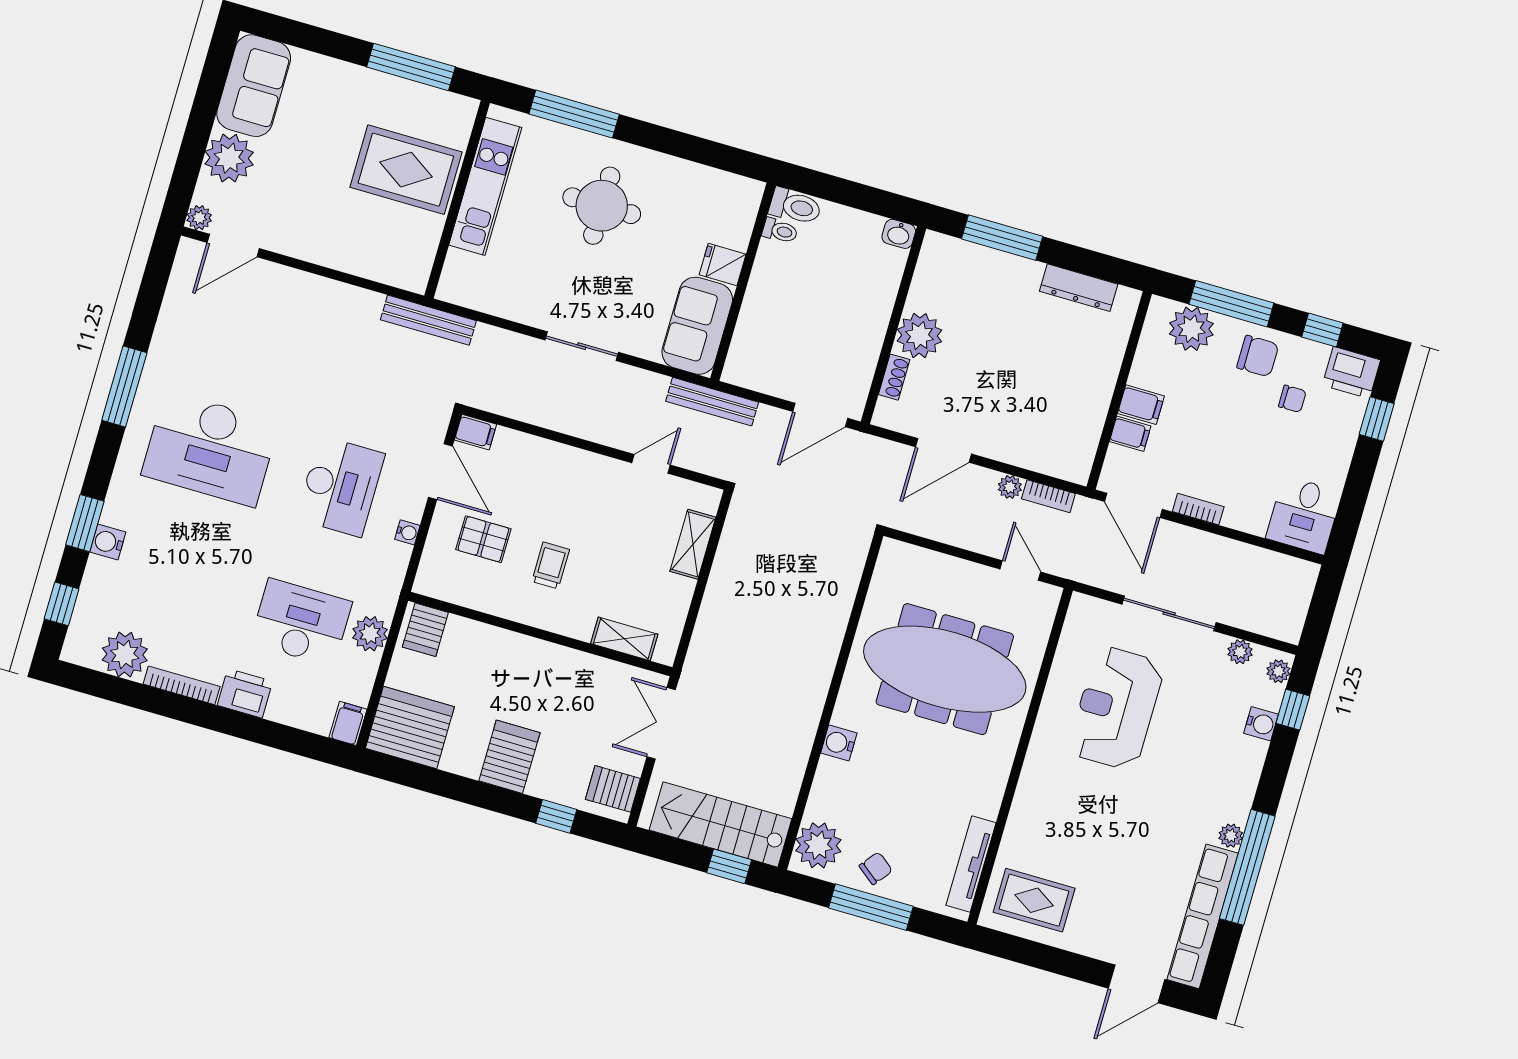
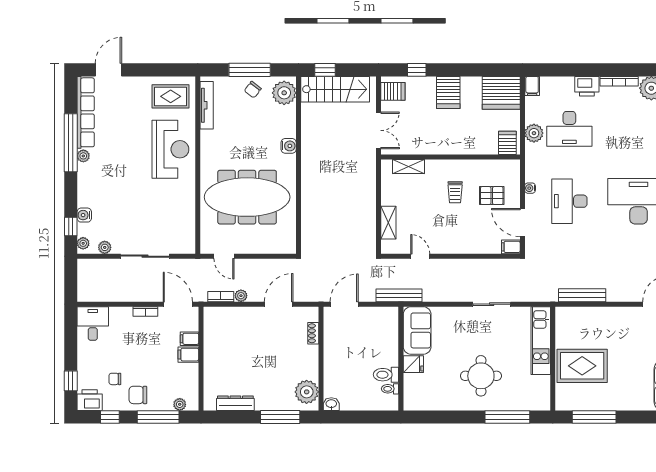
kitchen unit: (485, 186) -> (541, 341), moved
toilet: (795, 206) -> (386, 375), moved
bench: (428, 320) -> (582, 295), moved
plant: (1191, 329) -> (180, 404), width x0.53, depth x0.53
plant: (919, 336) -> (307, 392), moved
sliding door: (582, 346) -> (492, 304), moved
door: (651, 464) -> (420, 256), swing flipped
reception desk: (1116, 708) -> (170, 149), moved

